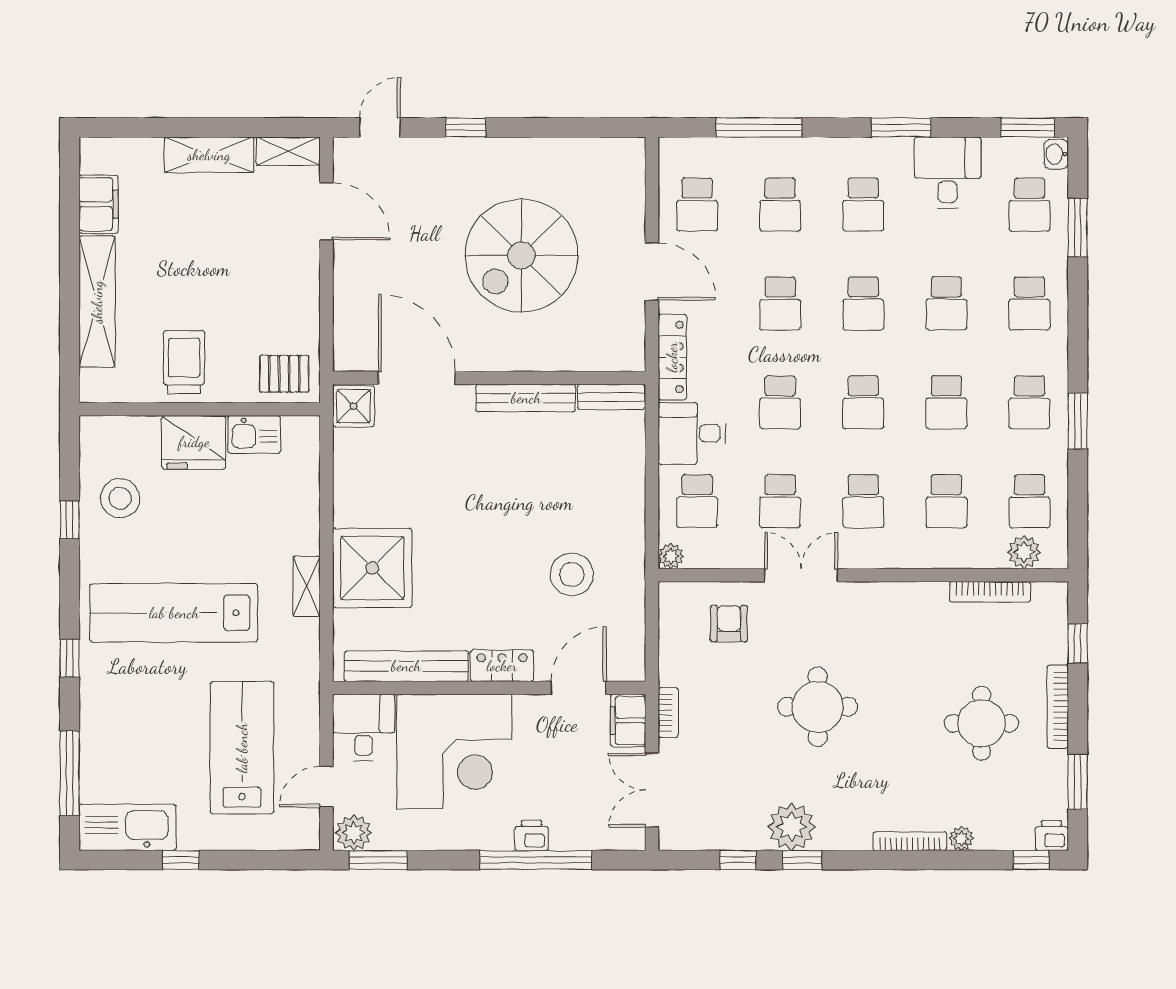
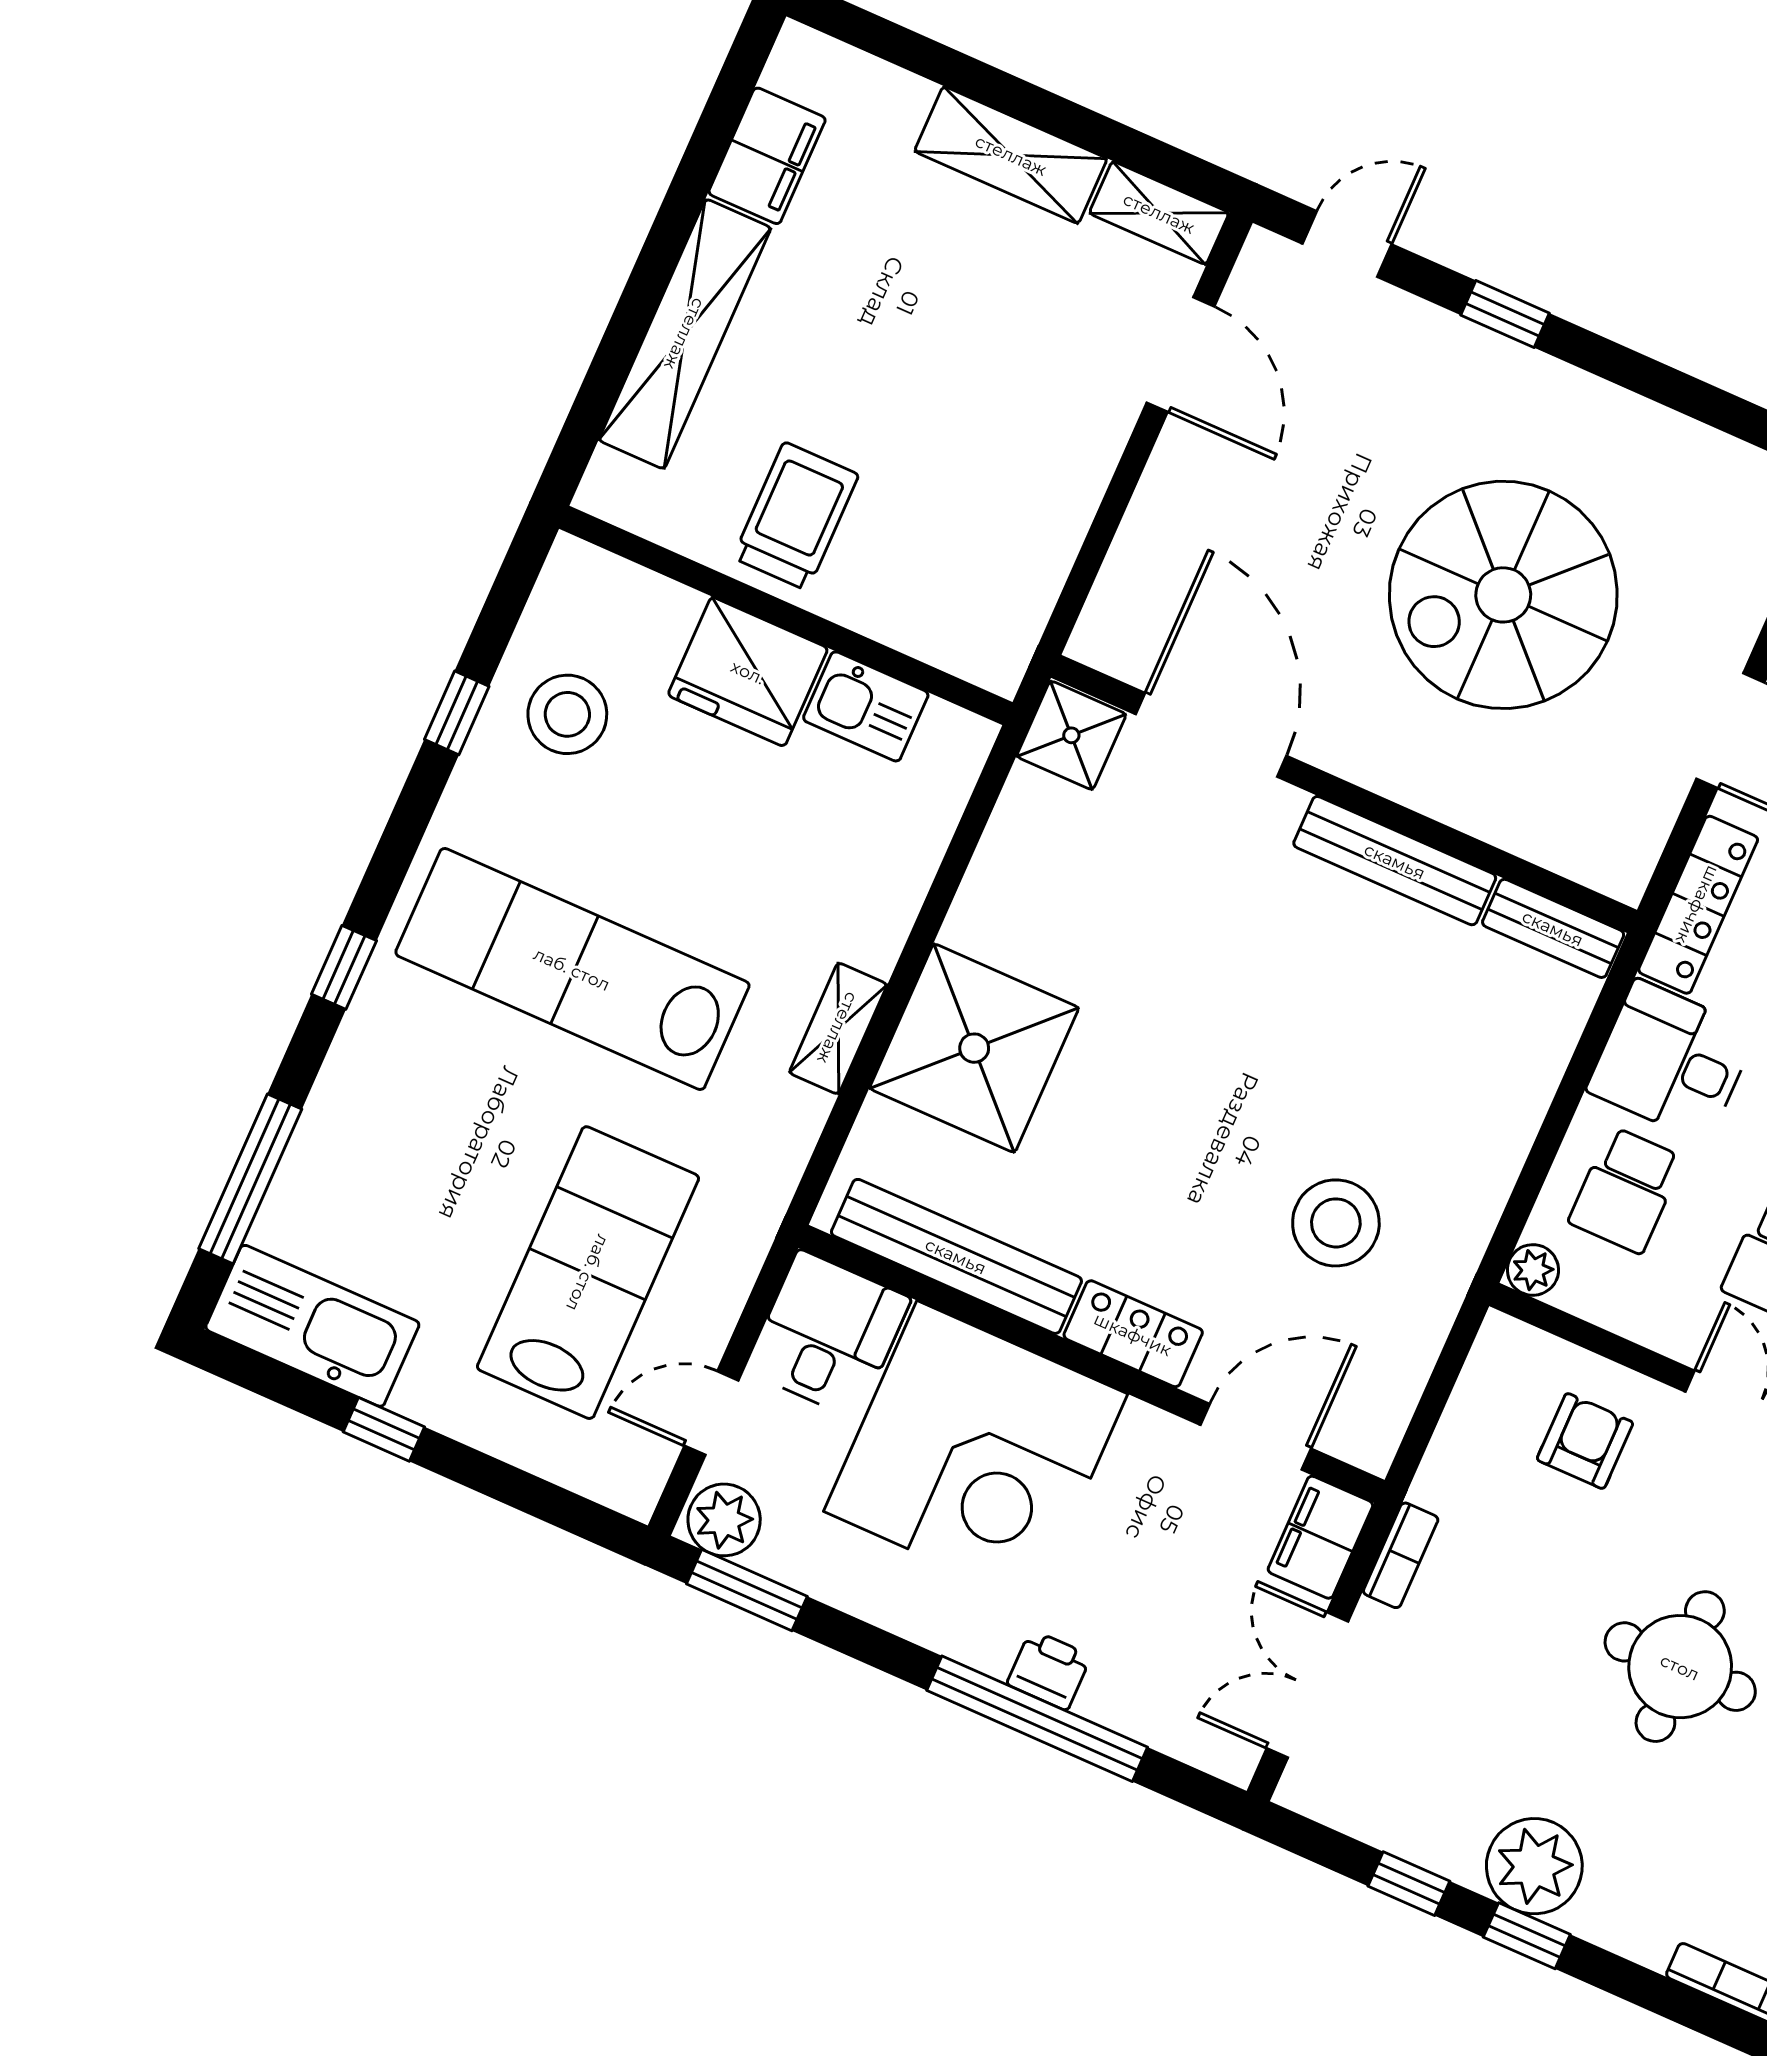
pallet: (284, 374) -> (970, 619), removed

